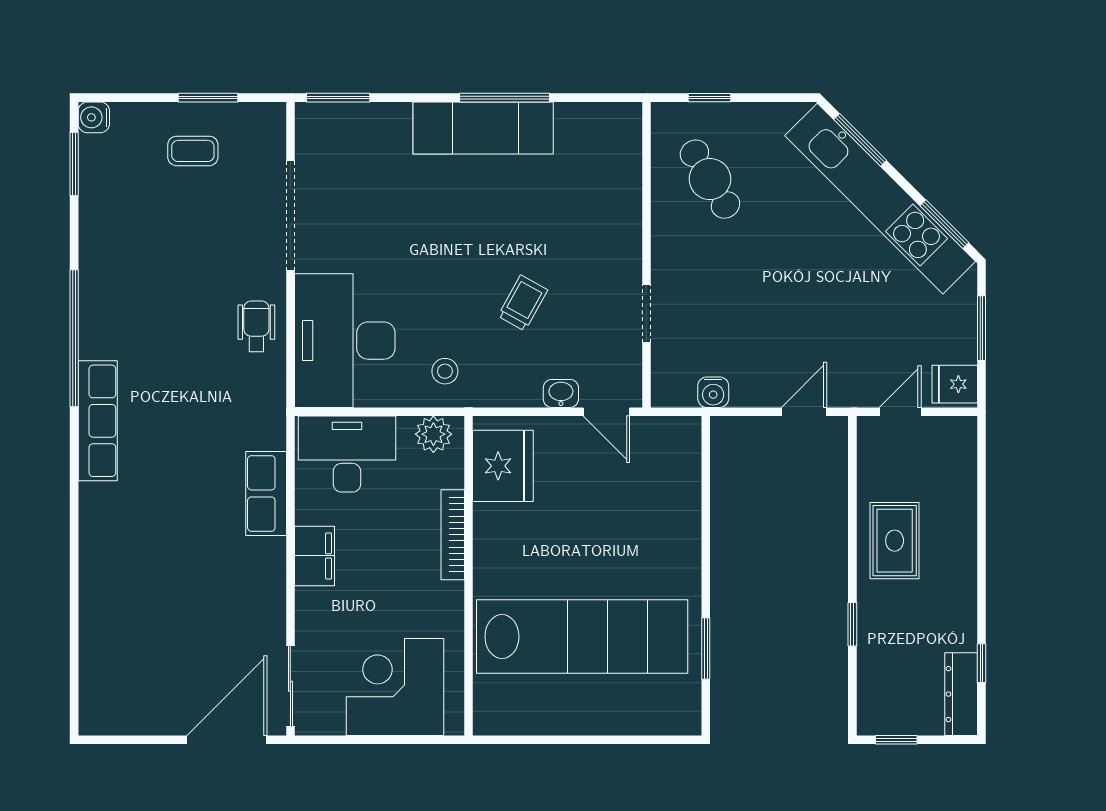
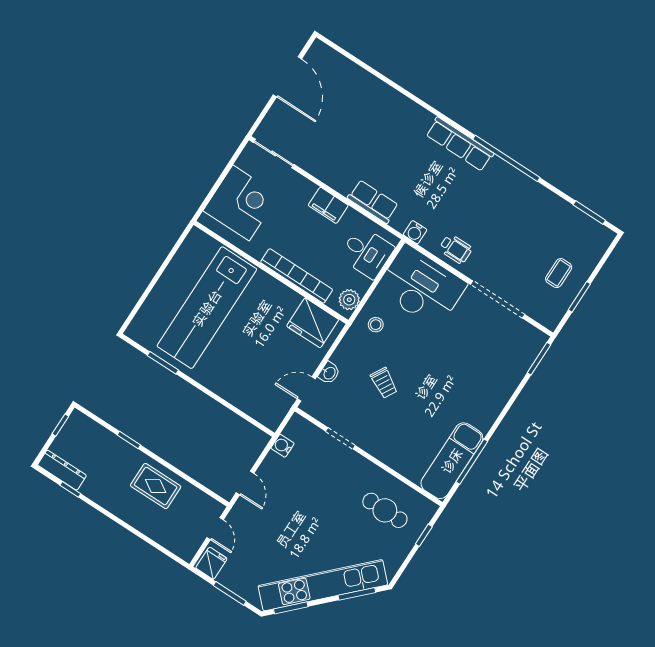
window: (505, 98) -> (472, 462), moved
water cooler: (94, 117) -> (415, 232), moved, turned 180
exam couch: (483, 128) -> (452, 461), moved
cafe table: (710, 179) -> (385, 510), turned 31
desk: (347, 454) -> (367, 252), width x0.73
bookcase: (453, 535) -> (297, 276), width x1.48, depth x1.31
door: (227, 740) -> (287, 77), moved

